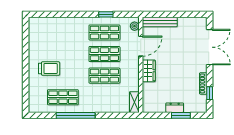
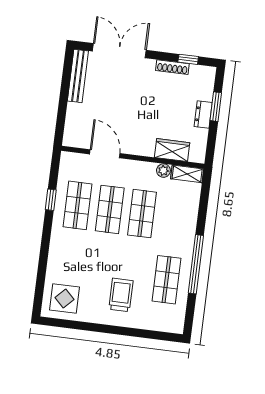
bench: (160, 22) -> (78, 76), moved
plant: (134, 26) -> (163, 171), moved
display table: (42, 32) -> (64, 298), added
wardrobe: (149, 71) -> (172, 150), moved

